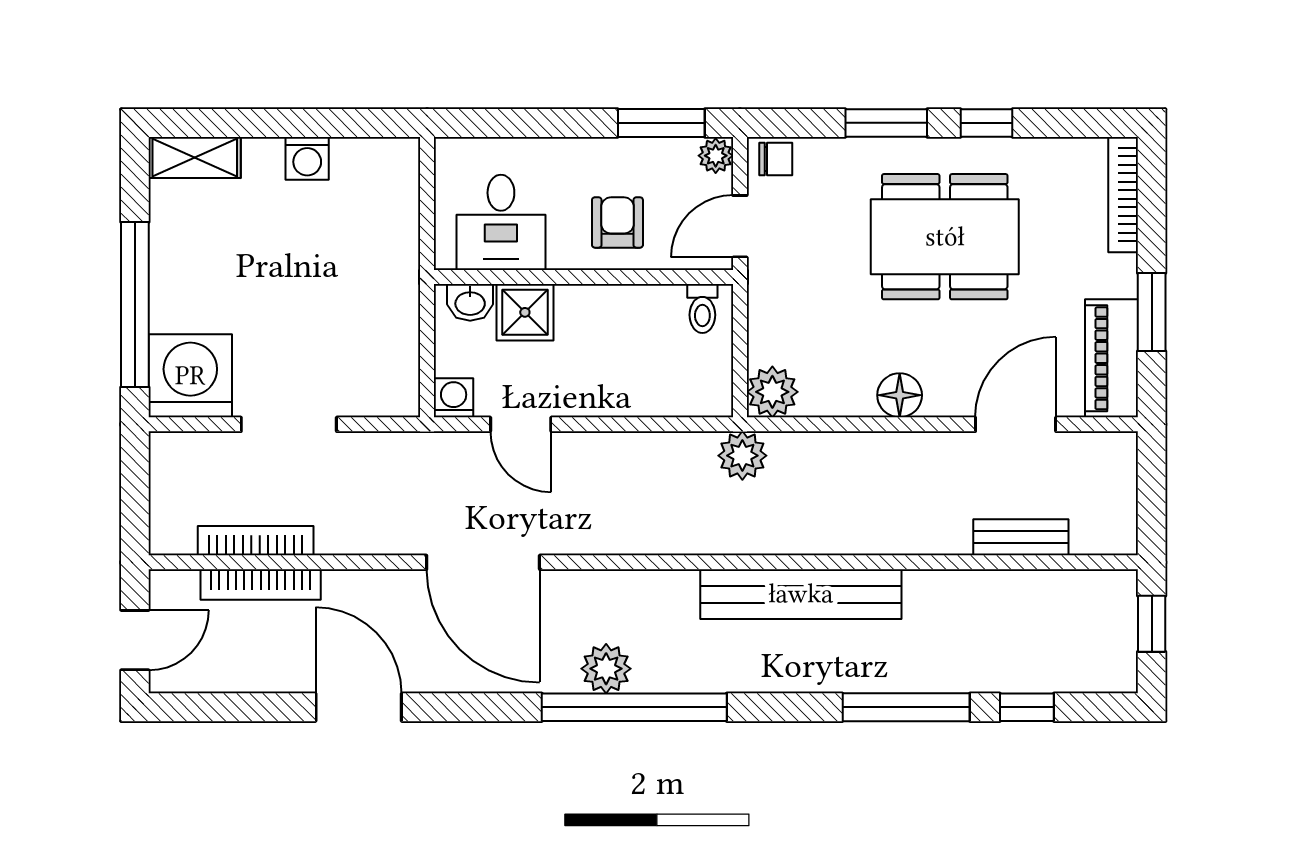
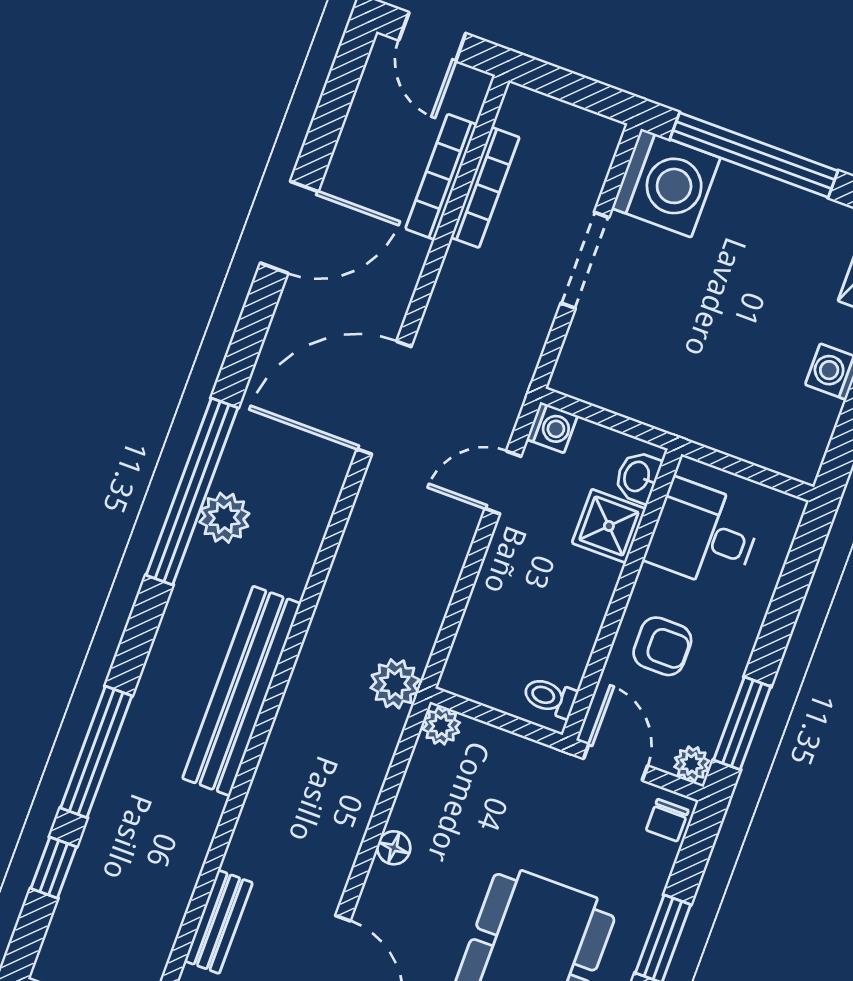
plant: (772, 392) -> (441, 726), width x0.73, depth x0.73
floor lamp: (900, 395) -> (394, 848), width x0.73, depth x0.73
plant: (606, 669) -> (224, 518), moved

